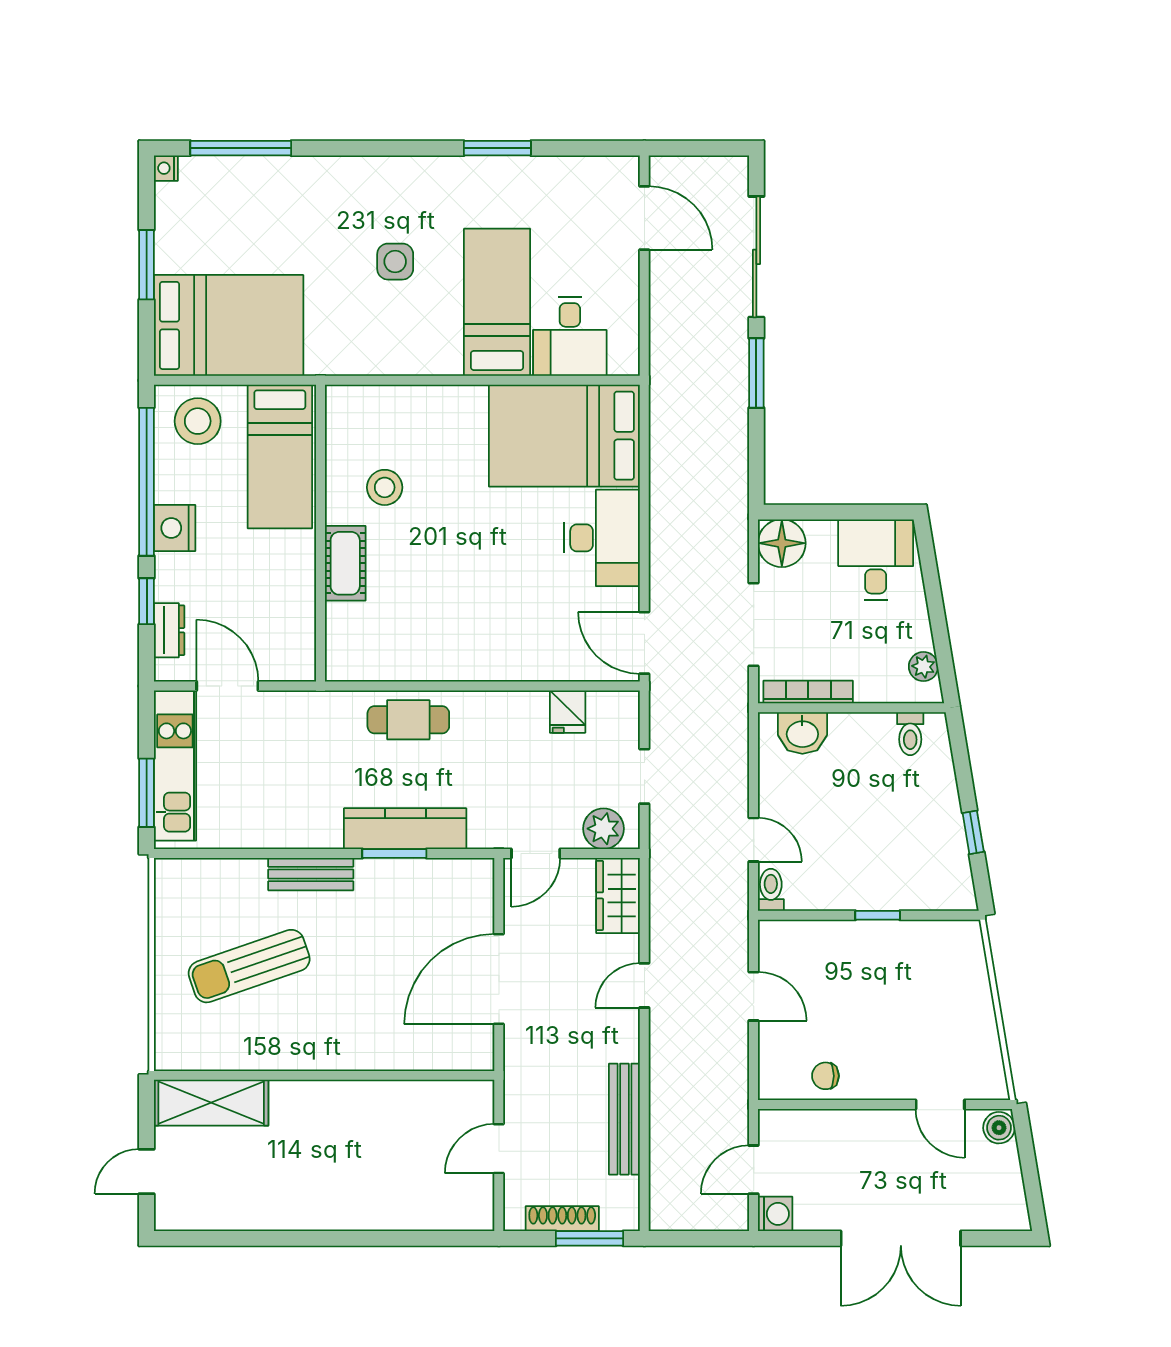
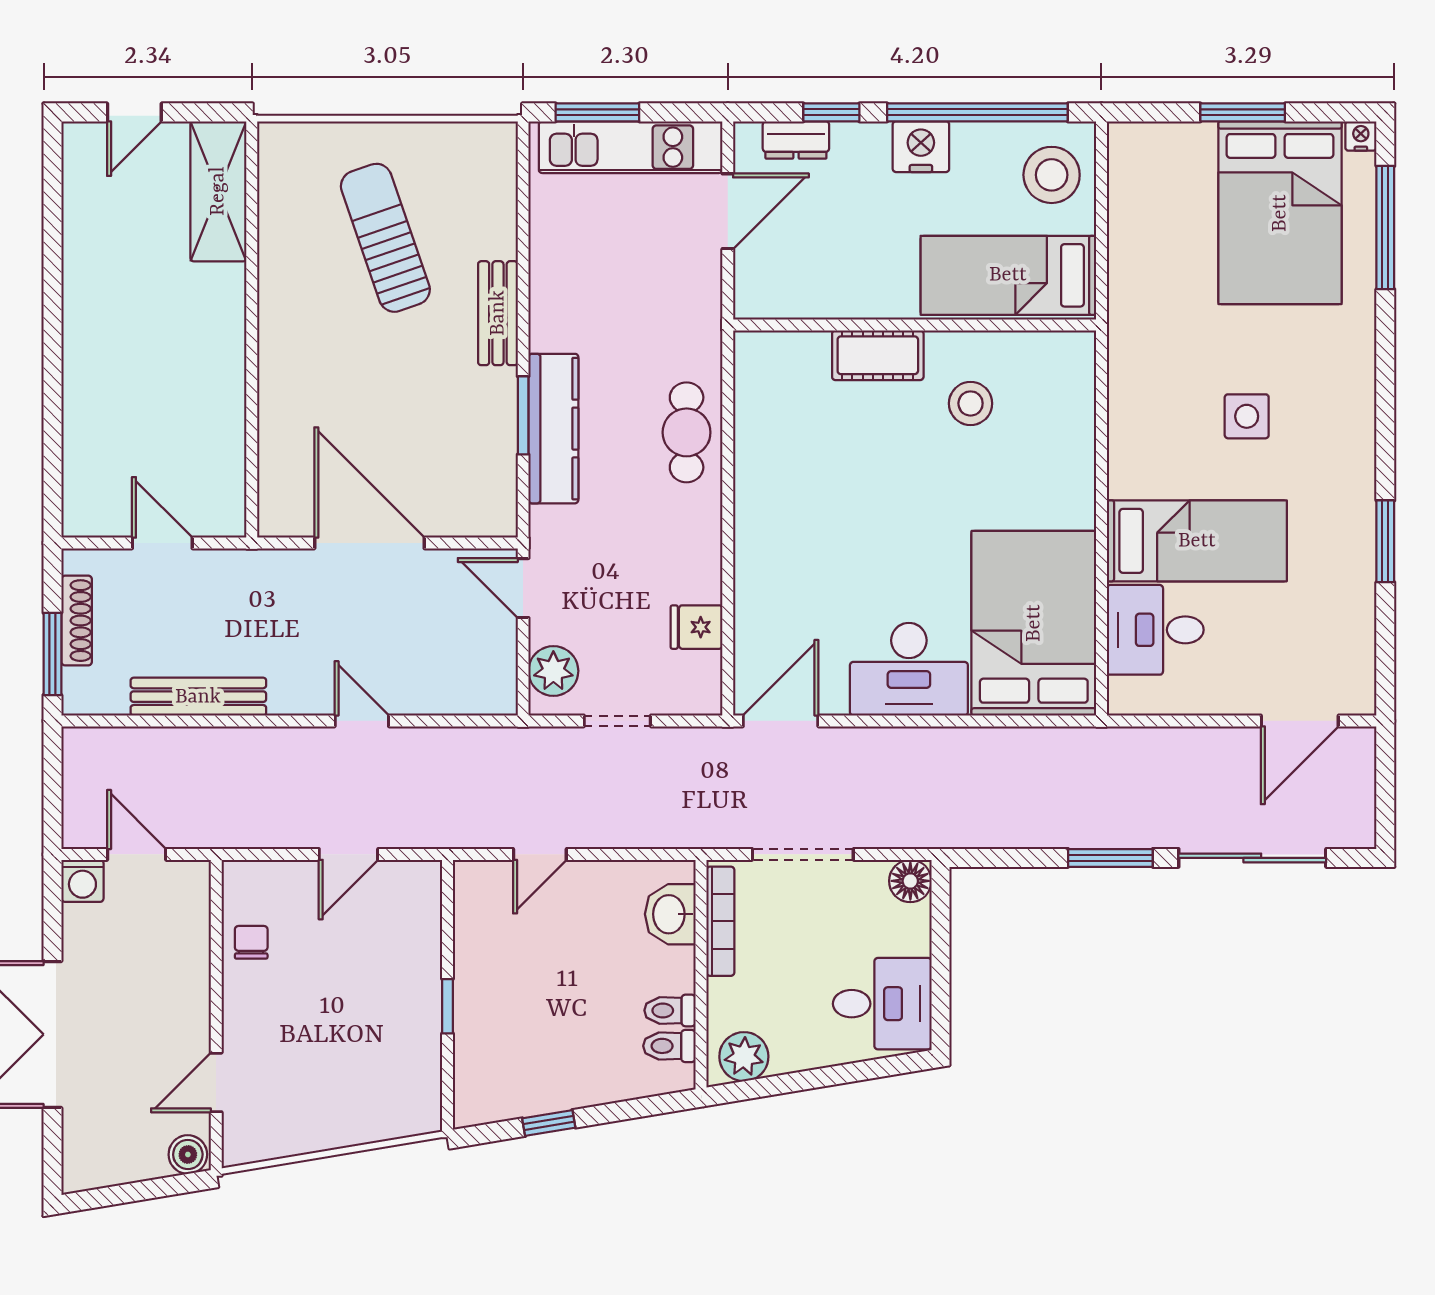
bed: (229, 325) -> (1280, 213), moved
floor lamp: (782, 543) -> (910, 881), width x0.73, depth x0.73
plant: (923, 667) -> (744, 1057), width x1.38, depth x1.38
toilet: (771, 890) -> (670, 1010), moved, turned 180
wardrobe: (618, 895) -> (472, 689), removed
door: (147, 1171) -> (134, 112), swing flipped

